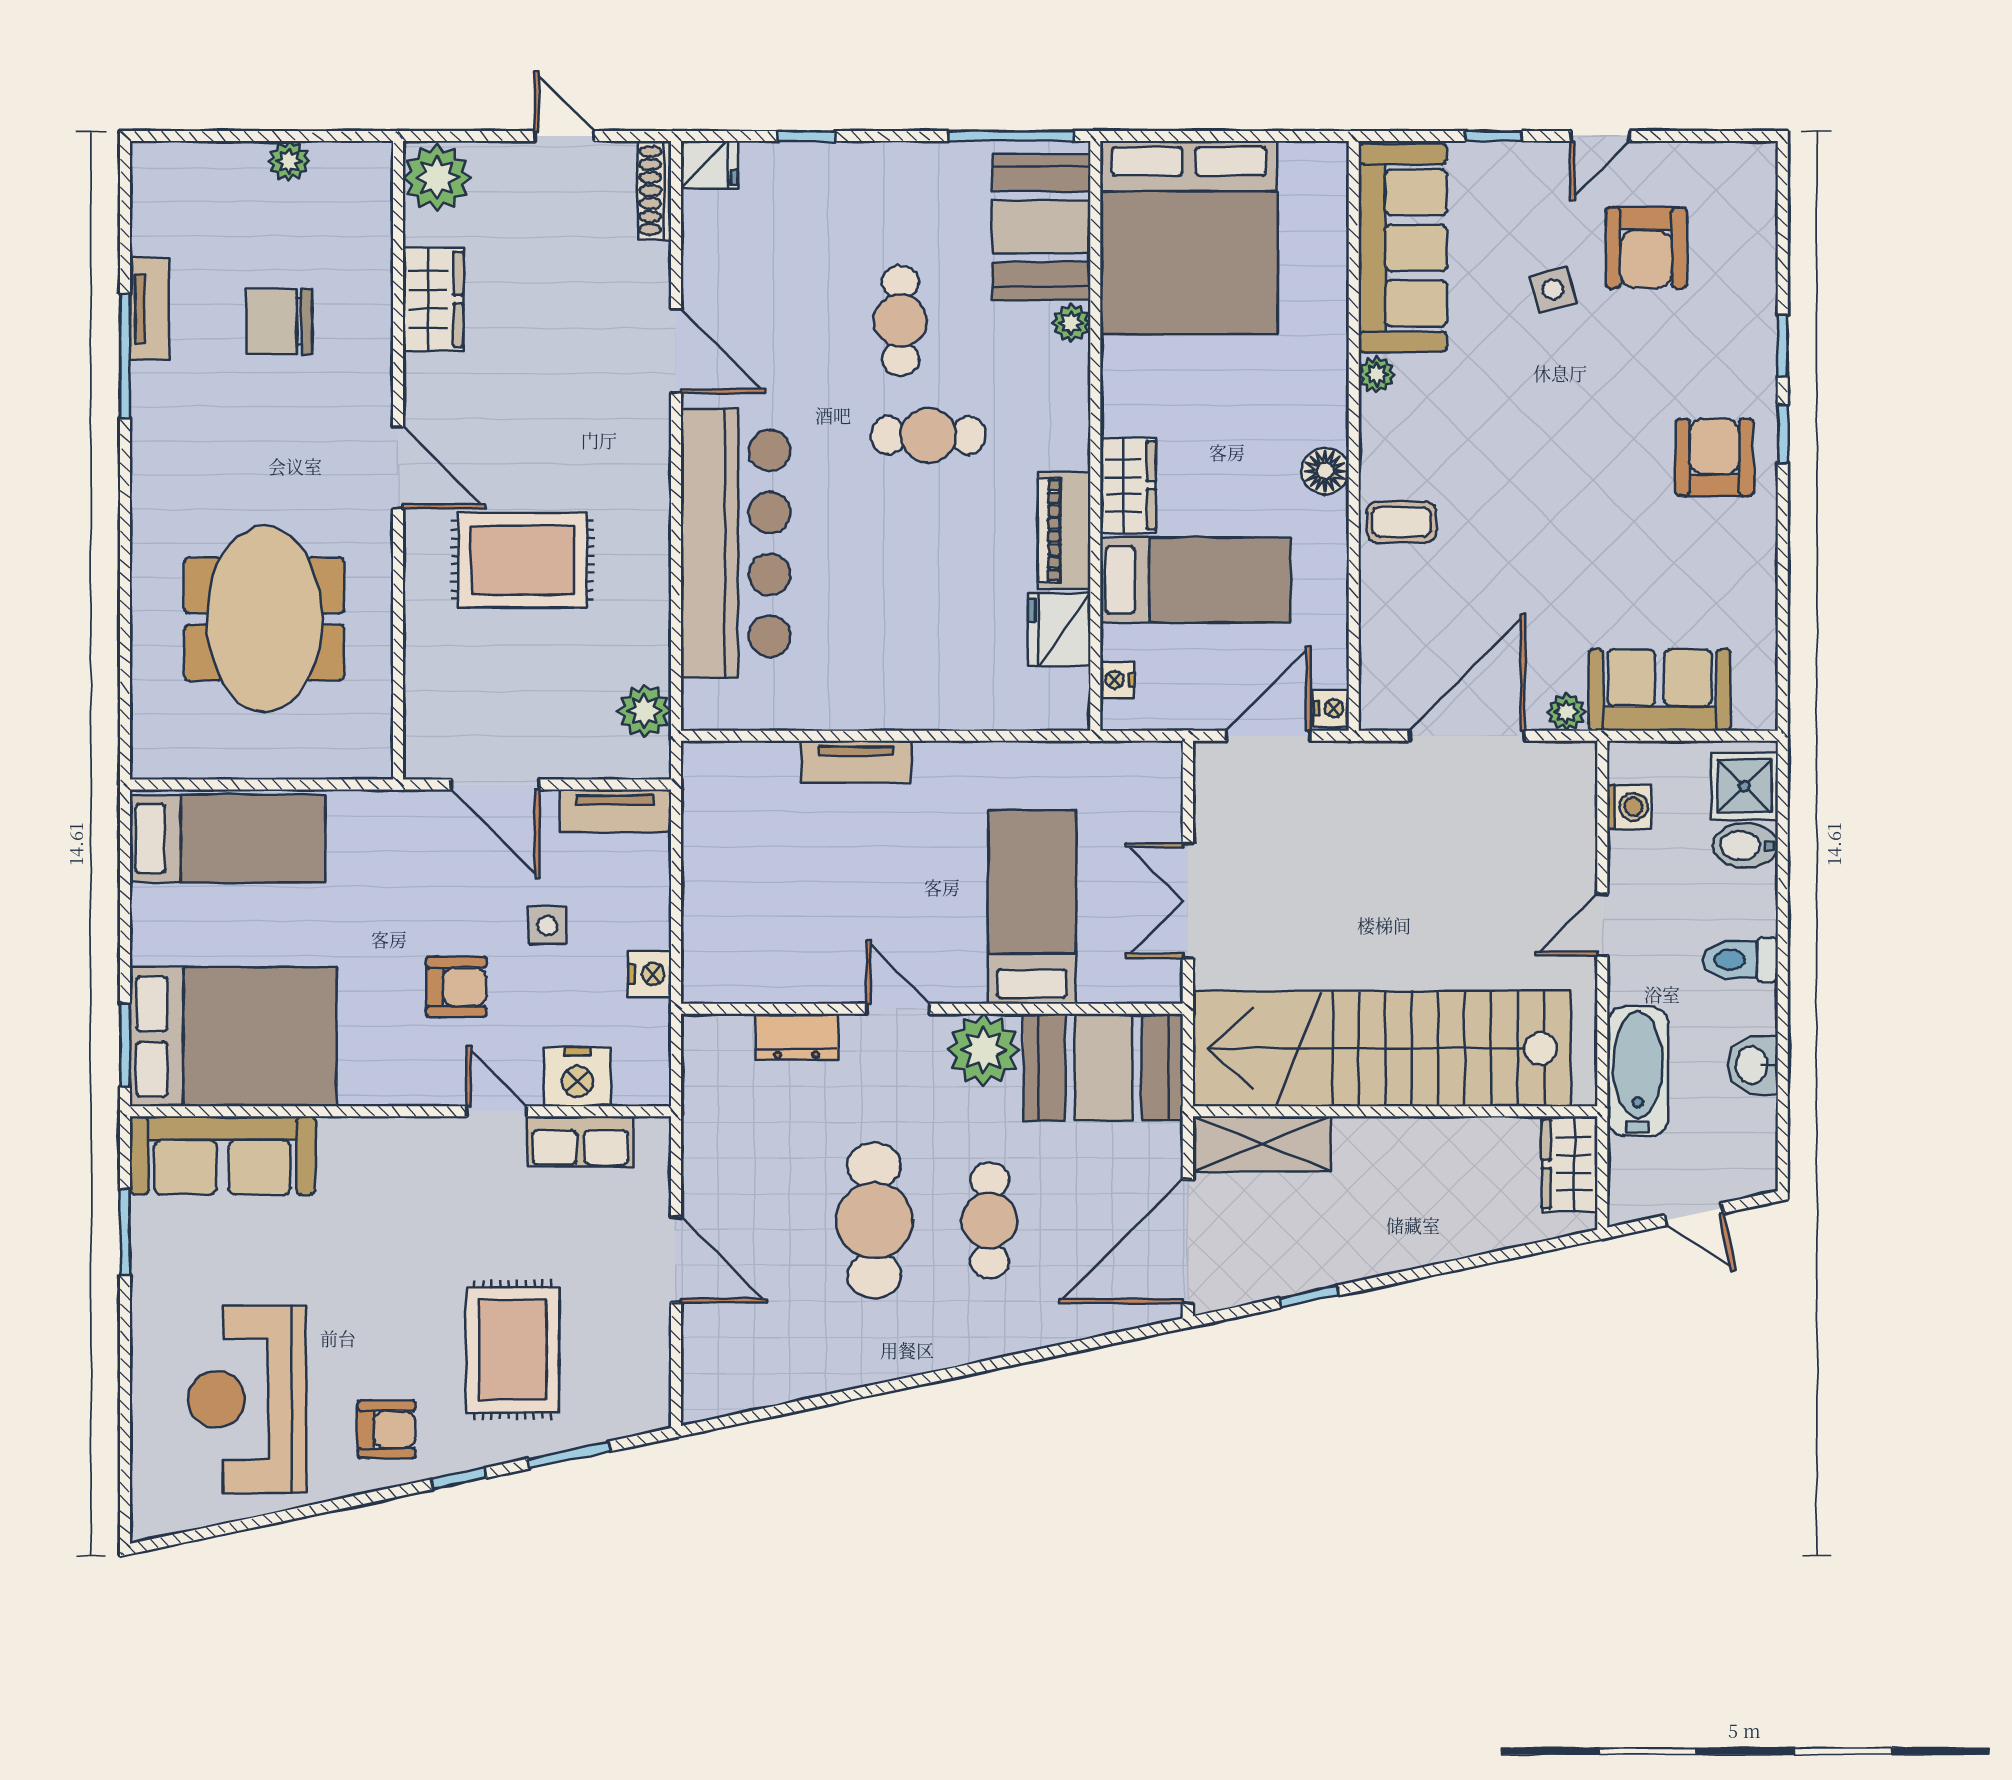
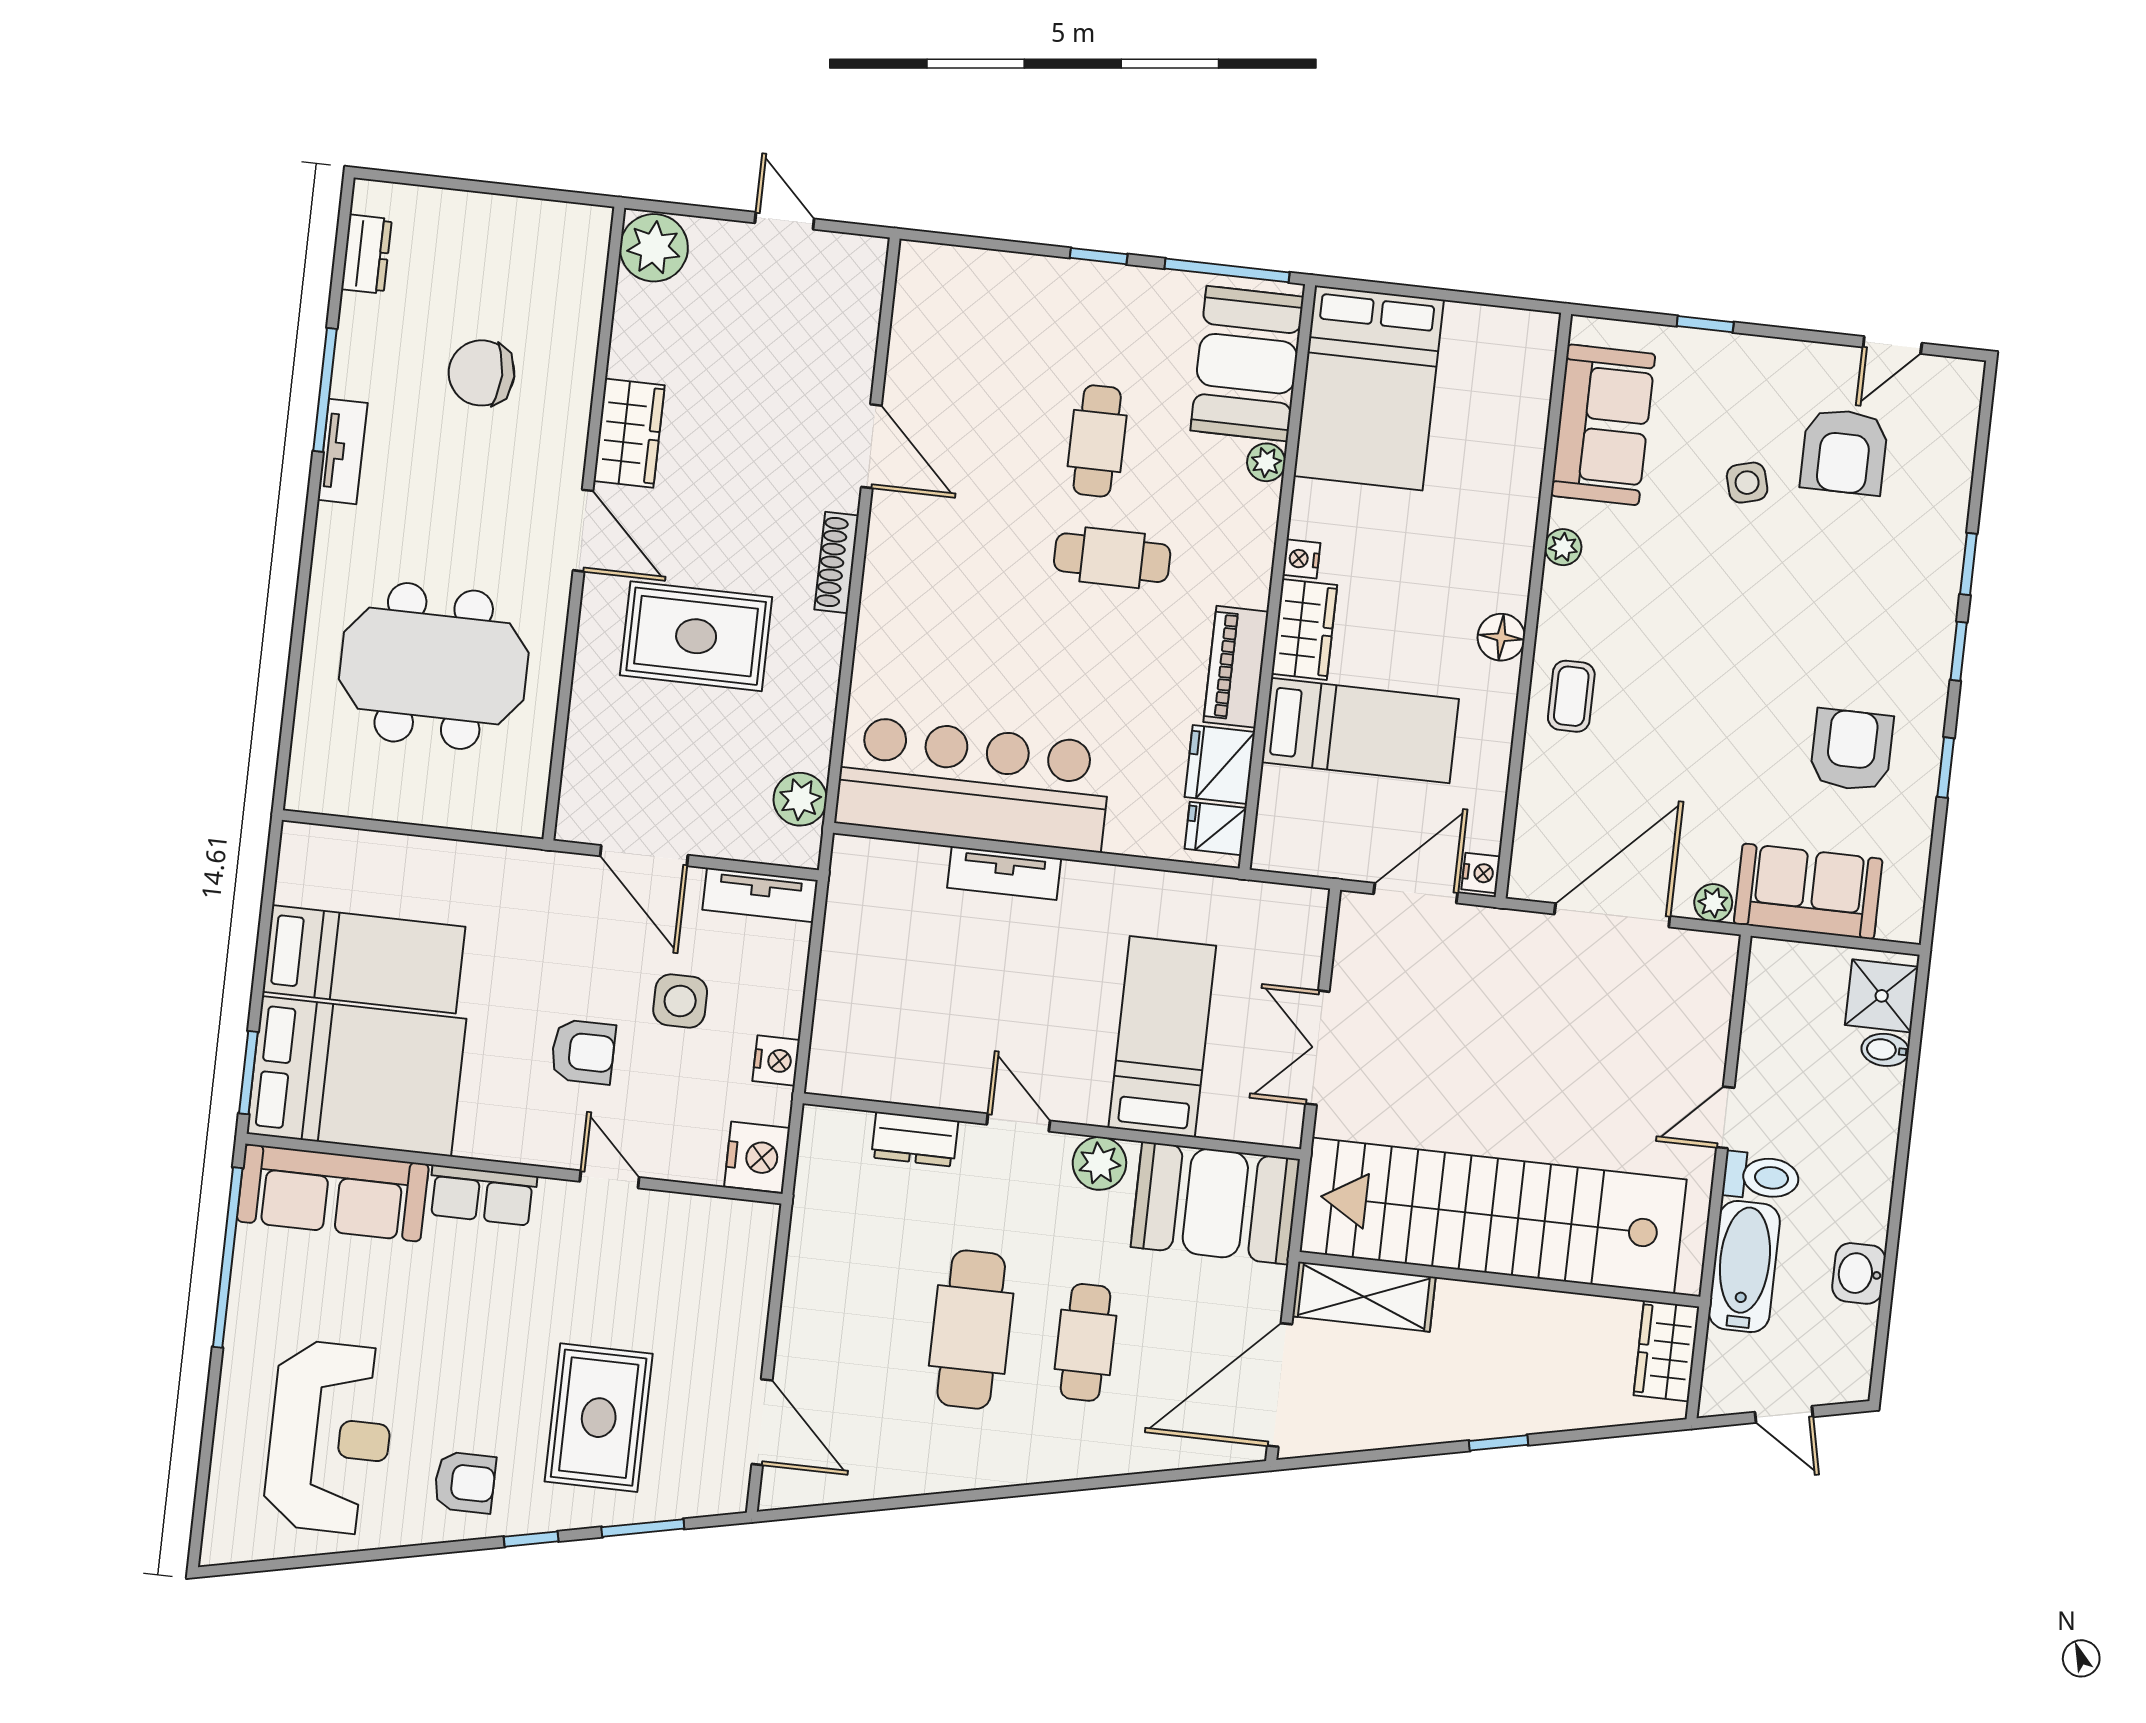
window: (806, 136) -> (1099, 256), moved
door: (1600, 136) -> (1892, 345), moved
plant: (289, 161) -> (509, 215), removed
fridge: (709, 165) -> (1216, 828), moved, turned 180
shoe rack: (654, 190) -> (837, 562), moved
dresser: (151, 216) -> (367, 254), added
bed: (1189, 237) -> (1369, 388), width x0.73
sofa: (1403, 248) -> (1603, 425), width x0.73
wardrobe: (433, 299) -> (629, 433), moved
tv unit: (149, 309) -> (343, 451), moved
armchair: (1714, 457) -> (1852, 750), moved
coffee table: (1402, 522) -> (1571, 696), turned 90
bar counter: (736, 543) -> (973, 784), moved, turned -90
window: (1783, 551) -> (1946, 768), added
meeting table: (264, 619) -> (434, 666), turned 90
nightstand: (1117, 680) -> (1301, 559), moved
washing machine: (1629, 807) -> (1765, 1004), removed
bed: (227, 839) -> (364, 959), moved
bidet: (1745, 846) -> (1885, 1050), width x0.72, depth x0.74
side table: (547, 925) -> (680, 1001), width x1.37, depth x1.37
toilet: (1740, 960) -> (1761, 1177), moved, turned 180
plant: (984, 1050) -> (1099, 1163), width x0.73, depth x0.73
nightstand: (577, 1077) -> (757, 1157), moved, turned -90
row of seats: (580, 1141) -> (482, 1195), moved
window: (125, 1232) -> (228, 1257), width x2.11
door: (676, 1260) -> (762, 1422), moved
window: (1309, 1296) -> (1498, 1443), moved
reception desk: (247, 1399) -> (330, 1437), turned 180

